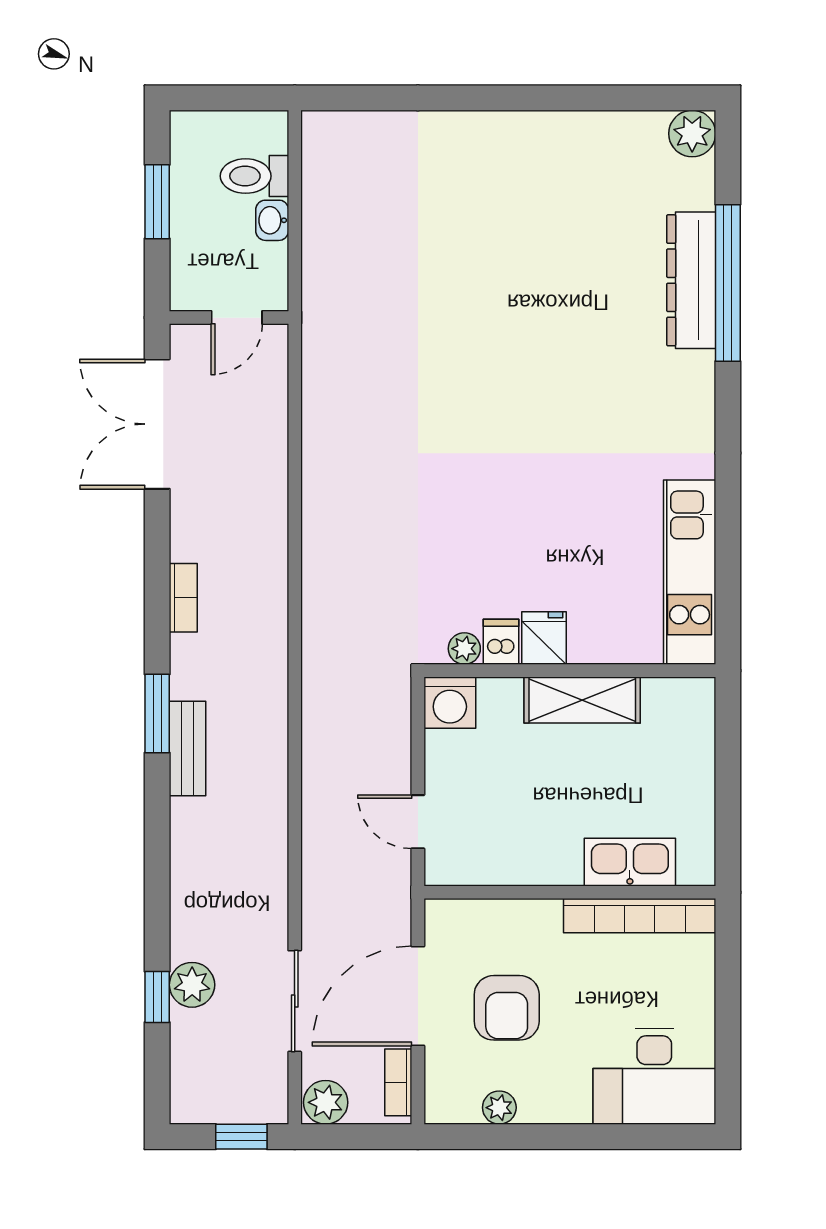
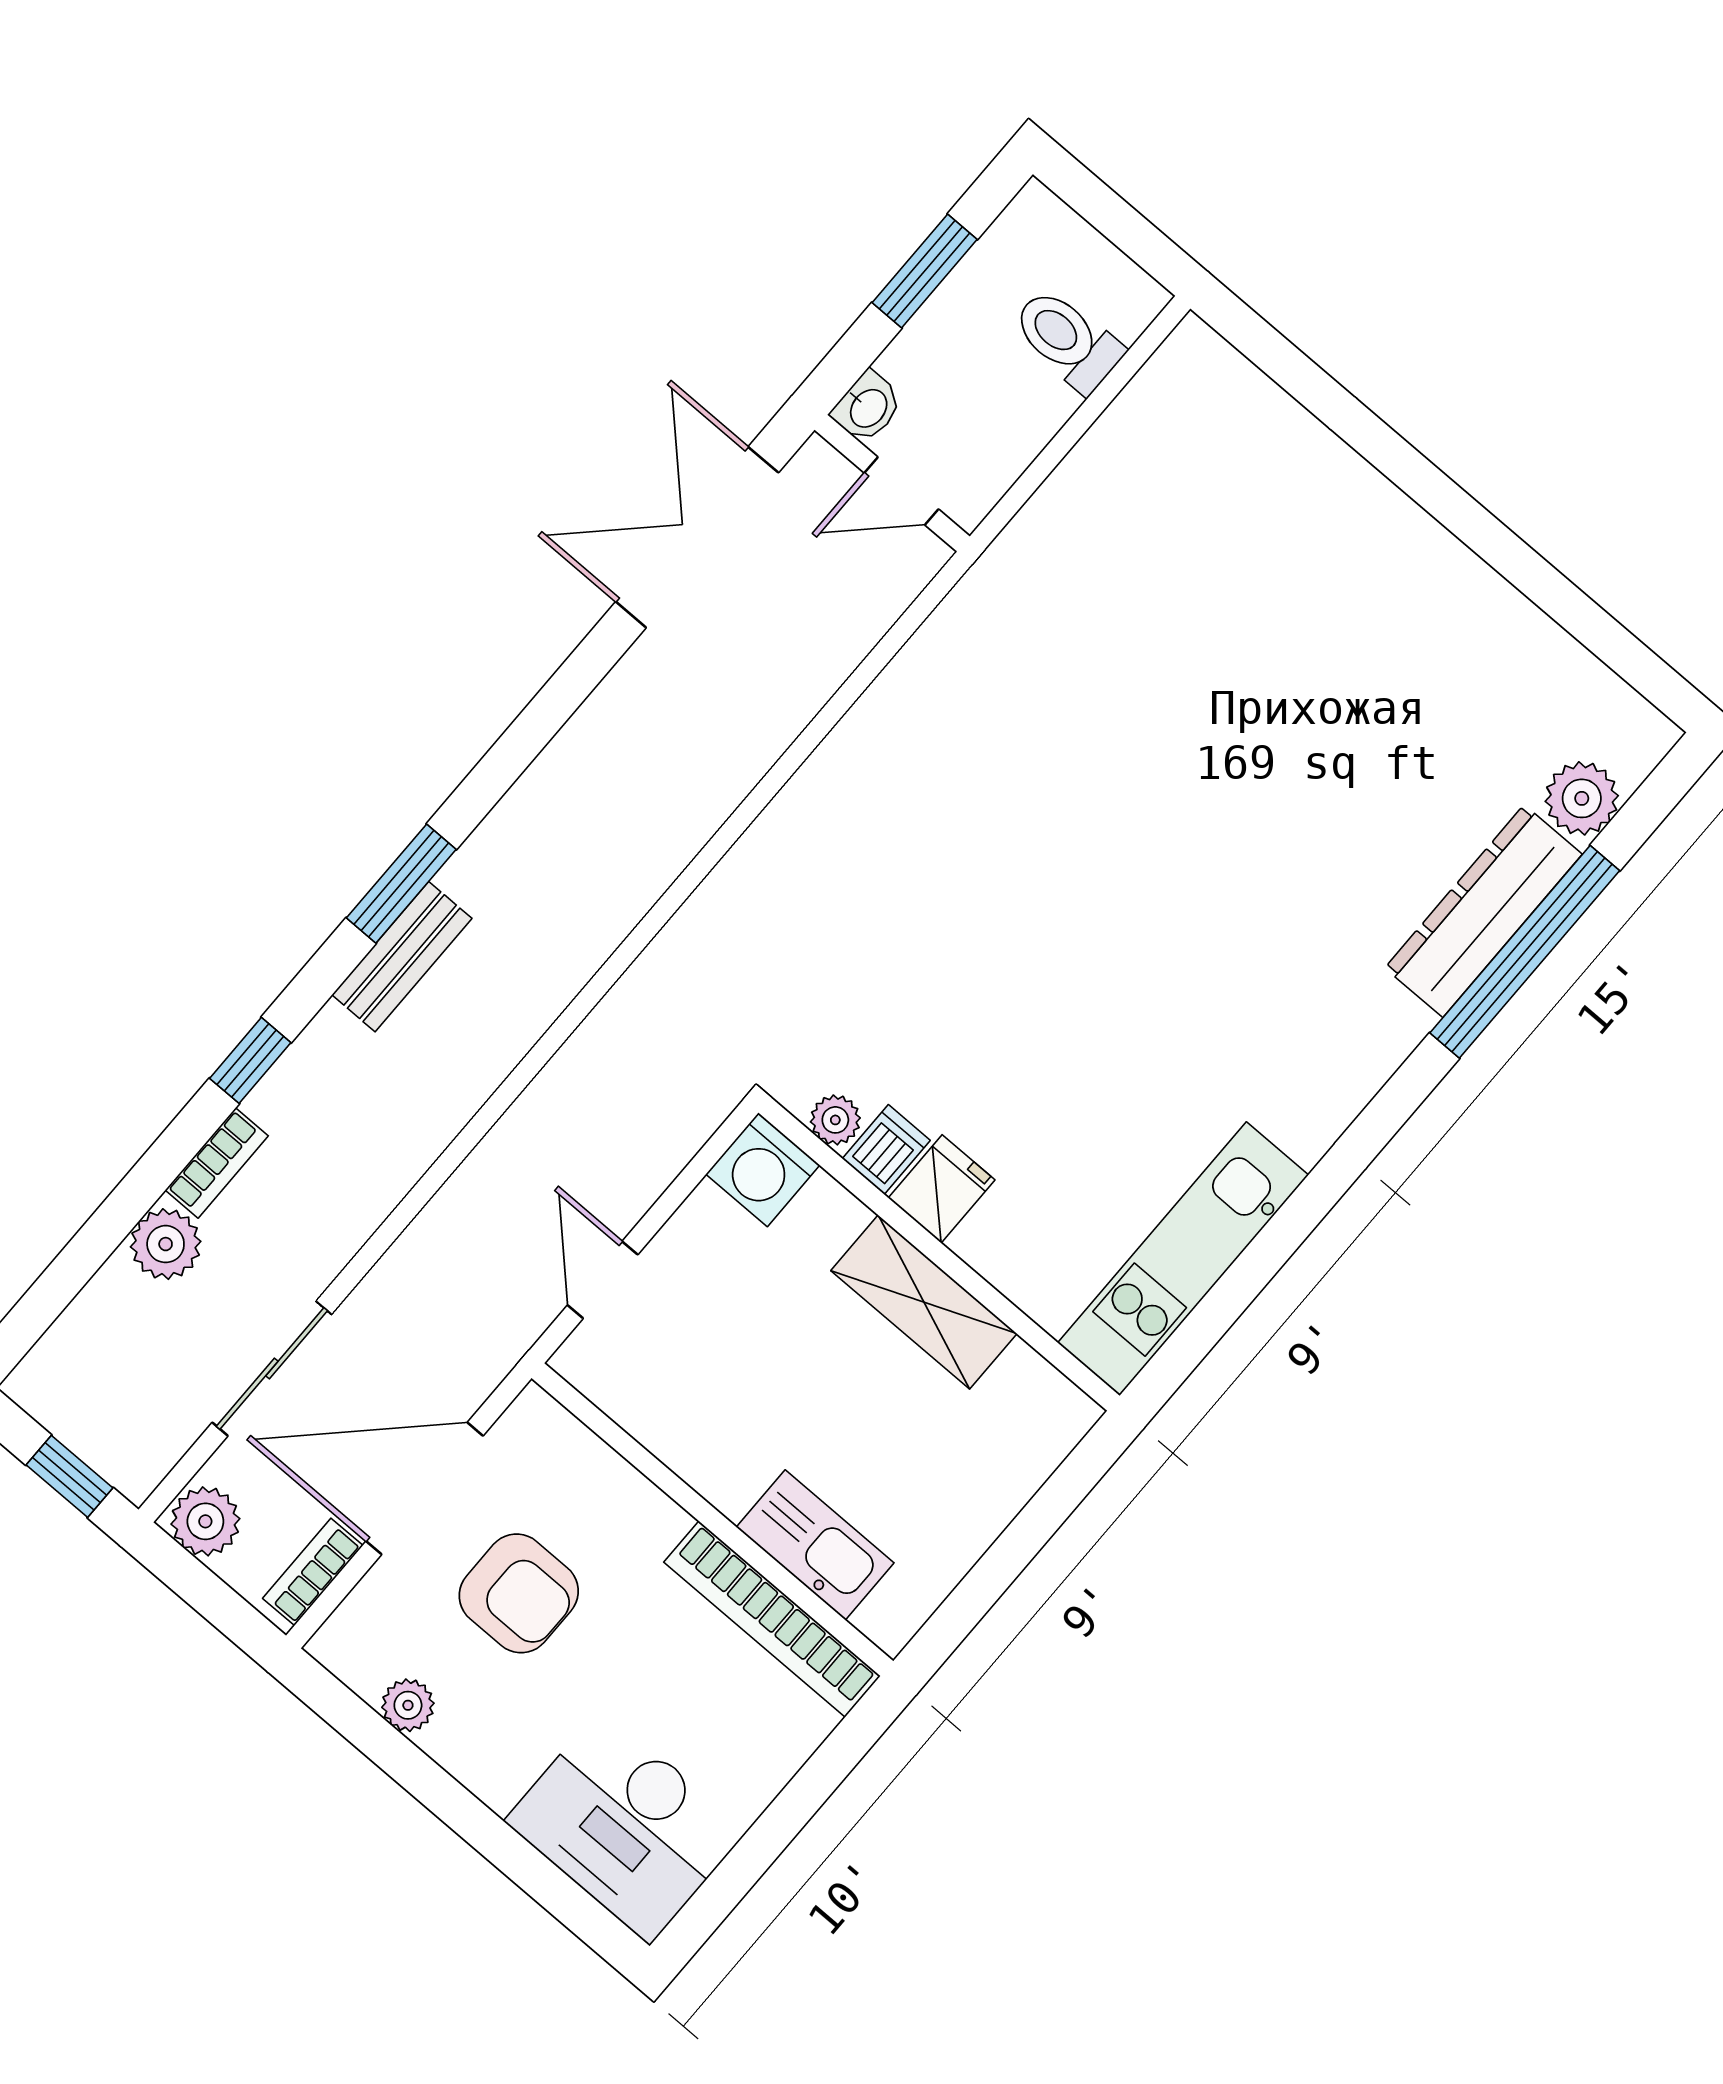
plant: (692, 134) -> (1582, 798), moved
washbasin: (272, 220) -> (867, 407), moved, turned 180
bookcase: (183, 598) -> (217, 1163), moved
window: (157, 997) -> (250, 1060), moved
armchair: (507, 1008) -> (519, 1593), turned -90

